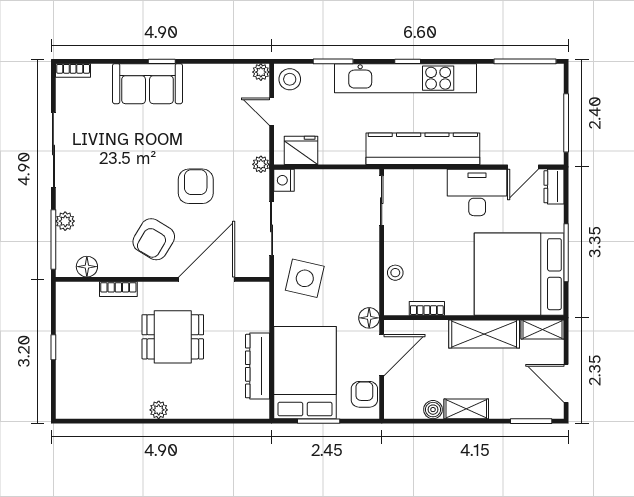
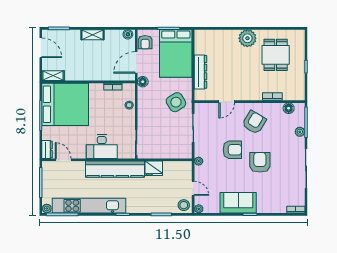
plant: (555, 73) -> (47, 209), added
kitchen unit: (406, 78) -> (89, 206), moved
sofa: (148, 84) -> (238, 203), moved
fridge: (301, 150) -> (154, 168), moved
armchair: (142, 162) -> (260, 162), added
door: (523, 167) -> (63, 160), hinge flipped
nightstand: (284, 180) -> (187, 153), removed
armchair: (196, 186) -> (232, 150), turned -90
desk: (477, 192) -> (102, 147), moved
side table: (305, 278) -> (176, 102), turned 45
door: (207, 279) -> (227, 102), width x0.53
shelving: (484, 334) -> (83, 73), removed
dining table: (173, 337) -> (276, 55), moved, turned 90
dresser: (257, 366) -> (200, 72), moved
plant: (159, 410) -> (247, 38), width x1.88, depth x1.88
boiler: (433, 410) -> (128, 34), moved

